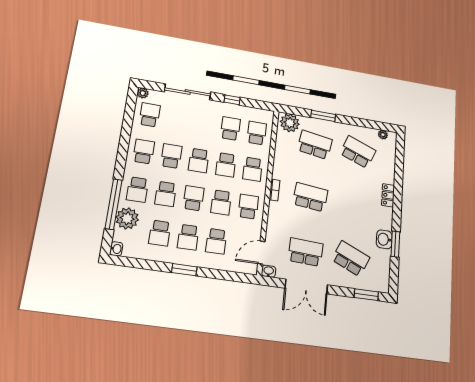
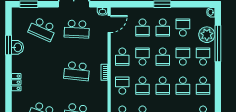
school desk: (199, 160) -> (163, 86), turned 180
school desk: (226, 165) -> (143, 86), turned 180
school desk: (188, 237) -> (163, 28), turned 180
school desk: (216, 241) -> (143, 28), turned 180

